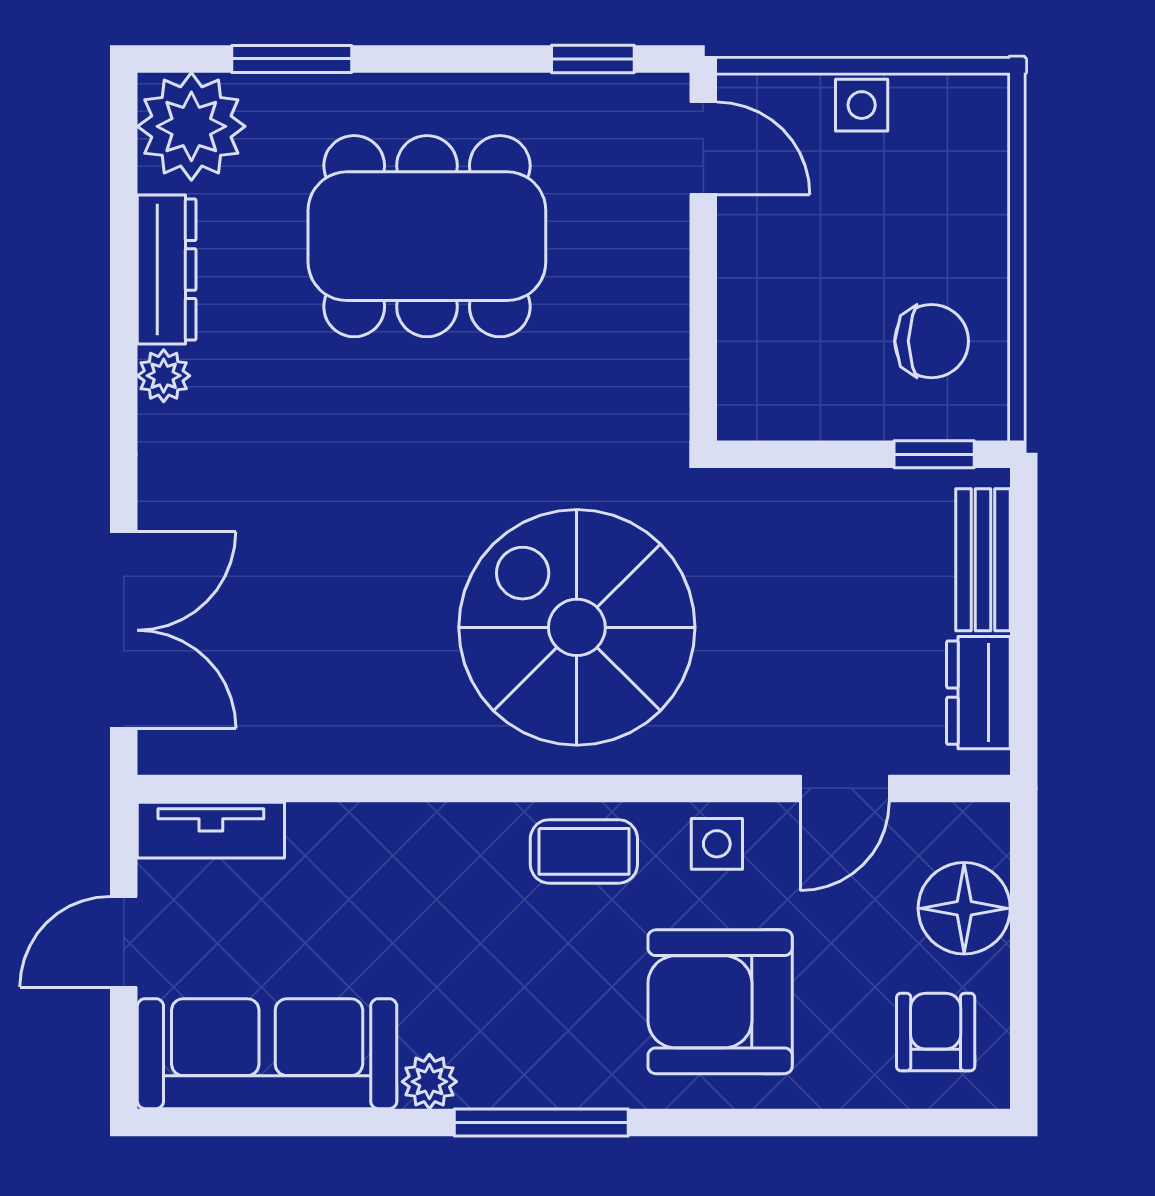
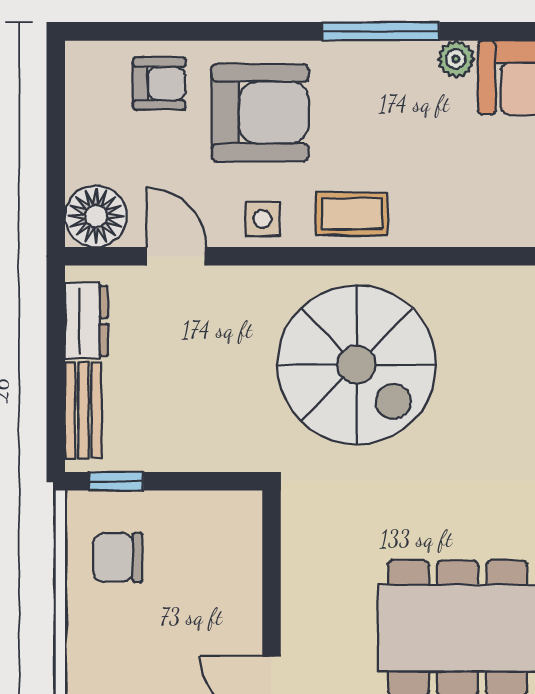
door: (845, 788) -> (176, 256), hinge flipped
floor lamp: (964, 908) -> (96, 216), moved
armchair: (936, 1032) -> (159, 83), moved, turned -90

